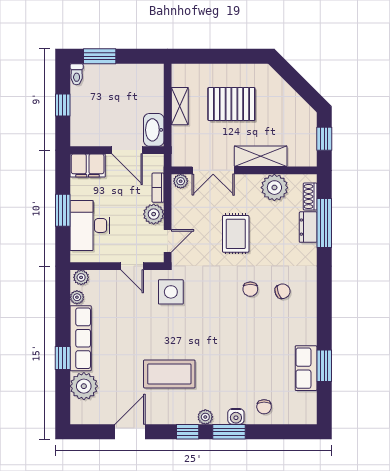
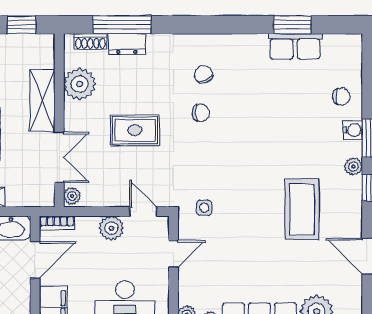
bookcase: (158, 188) -> (57, 223), moved
side table: (171, 292) -> (204, 208), width x0.54, depth x0.54

